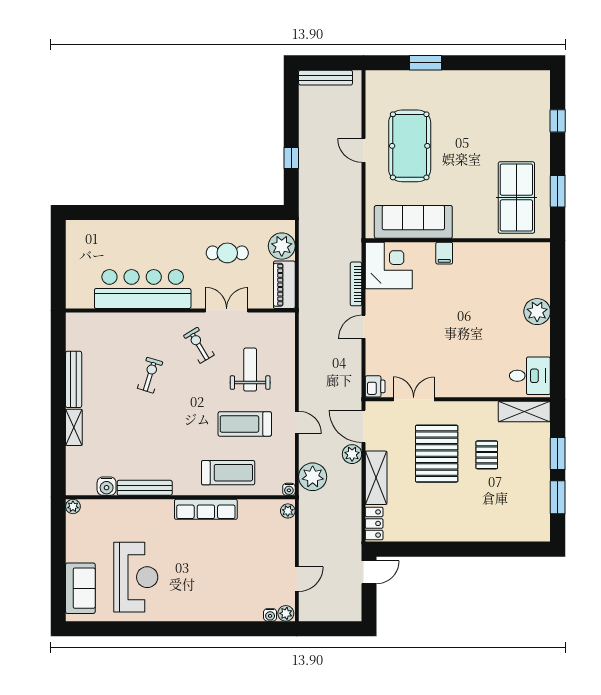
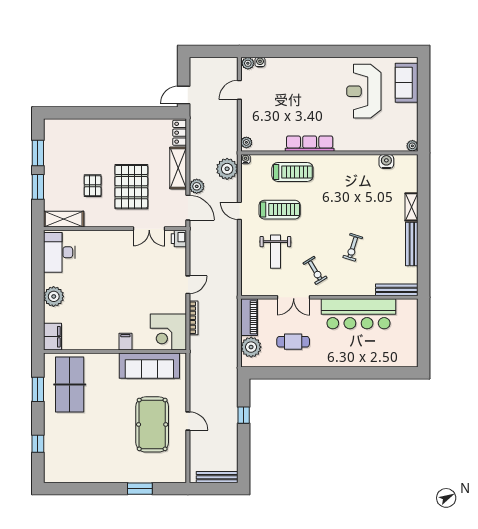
filing cabinet: (539, 259) -> (53, 337), added
desk: (530, 376) -> (59, 252), width x1.37
treadmill: (228, 473) -> (292, 172), turned 180
bench: (145, 488) -> (397, 290), moved

